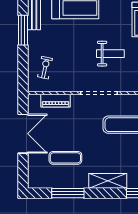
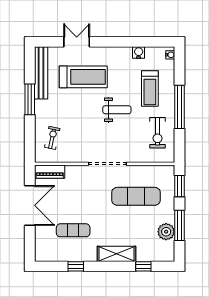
weight bench: (110, 54) -> (117, 110), moved
piano: (55, 101) -> (50, 172), moved
window: (68, 193) -> (76, 266), width x0.46

